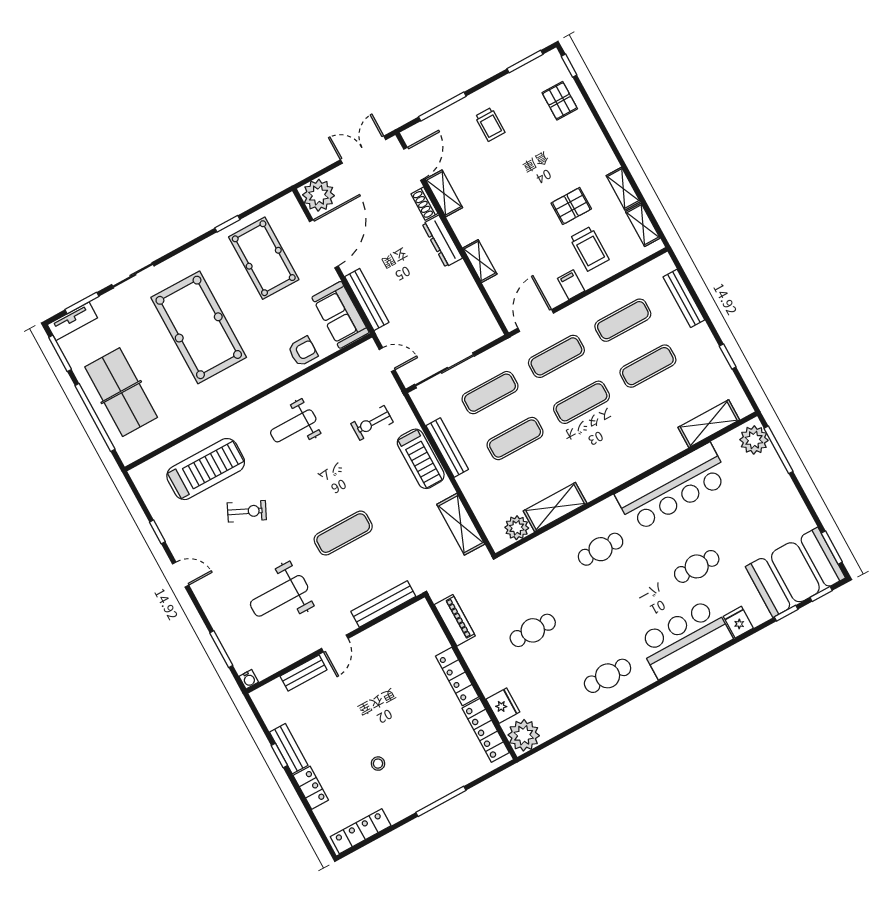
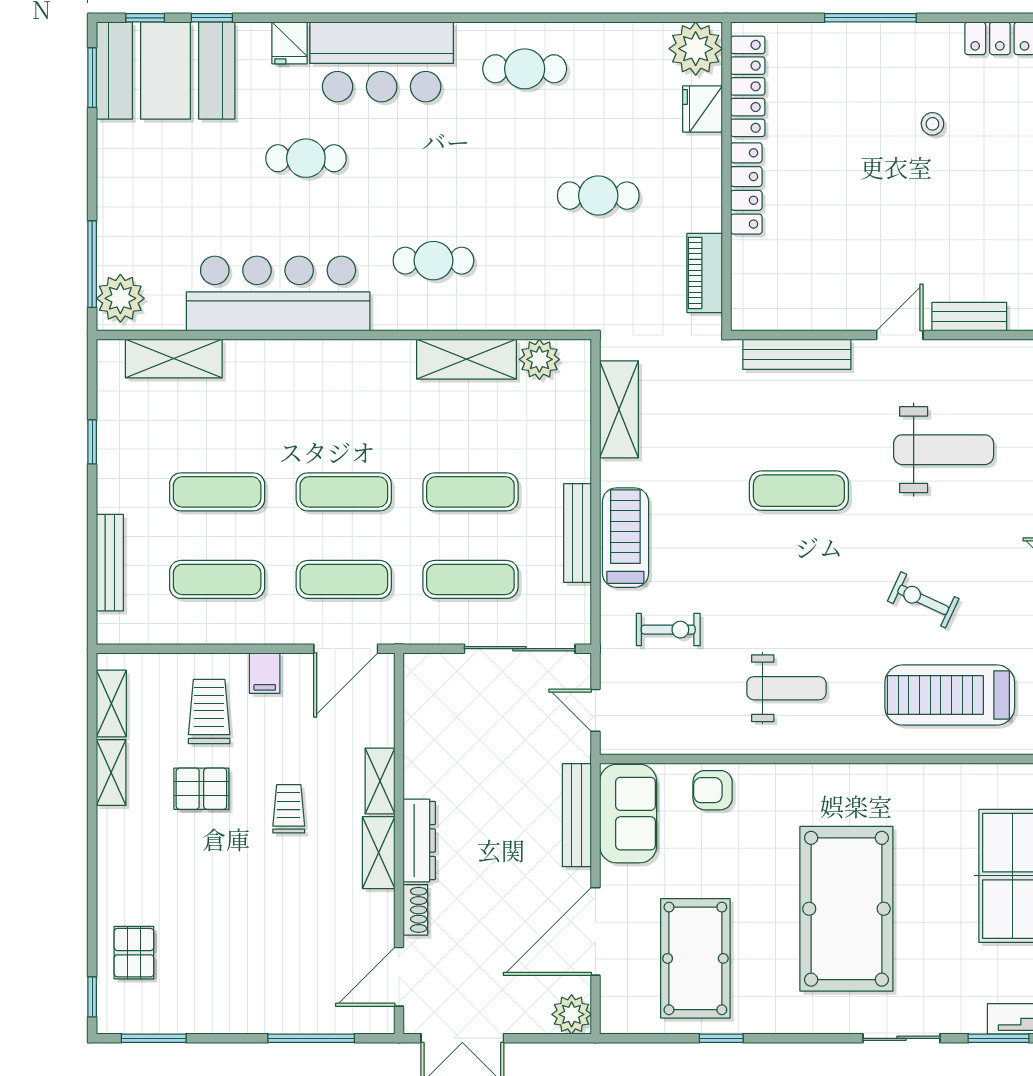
trolley: (490, 124) -> (289, 809), moved
shelving: (444, 193) -> (379, 853), moved
plant: (319, 195) -> (572, 1014), width x0.73, depth x0.73

